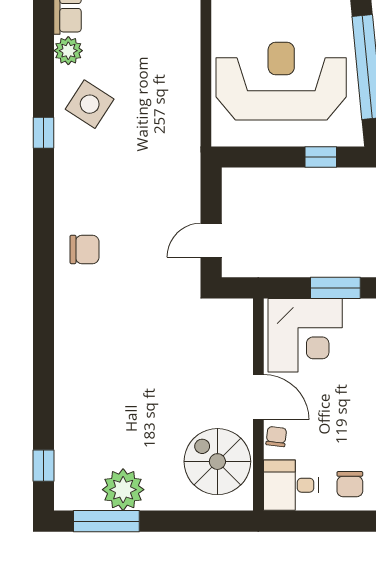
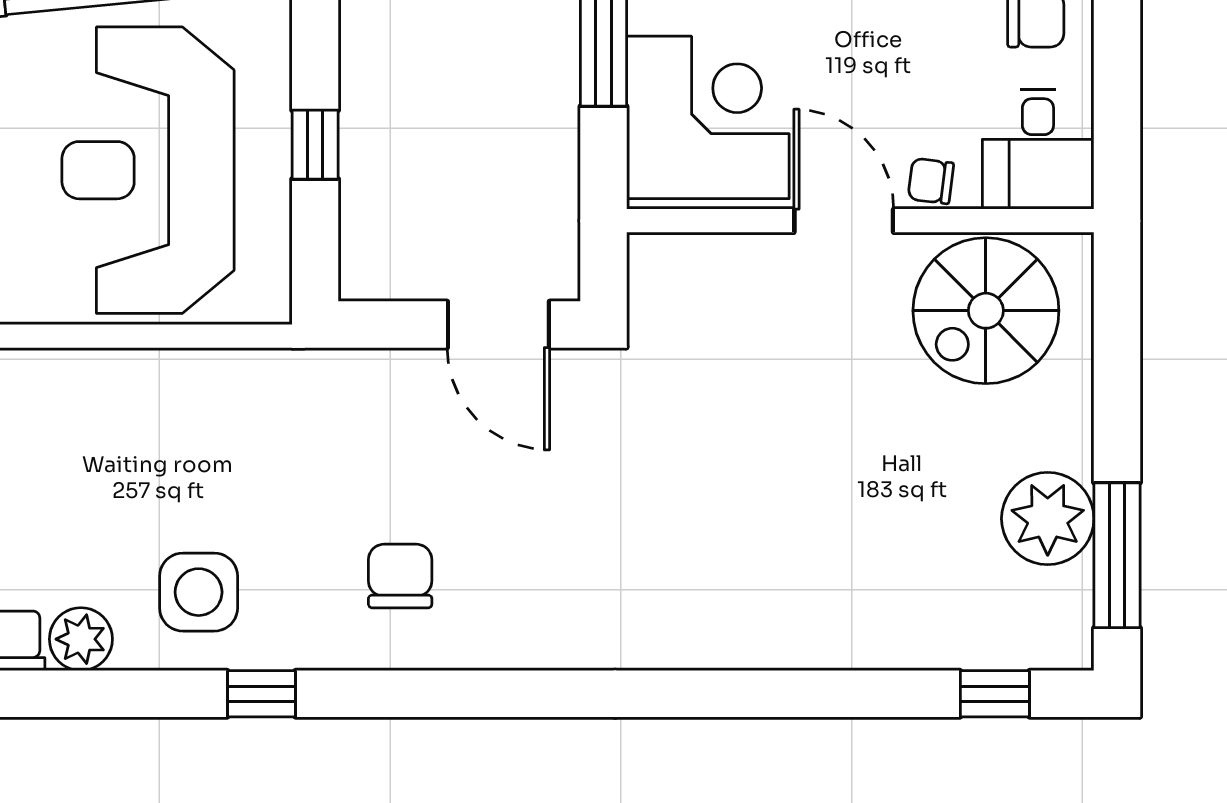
side table: (90, 104) -> (199, 592), turned -33
window: (321, 157) -> (315, 145), moved
door: (211, 240) -> (498, 325), width x1.38
chair: (85, 249) -> (400, 576), moved
door: (258, 397) -> (844, 221), hinge flipped

